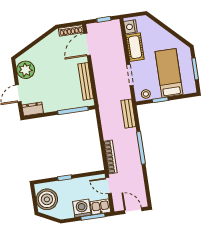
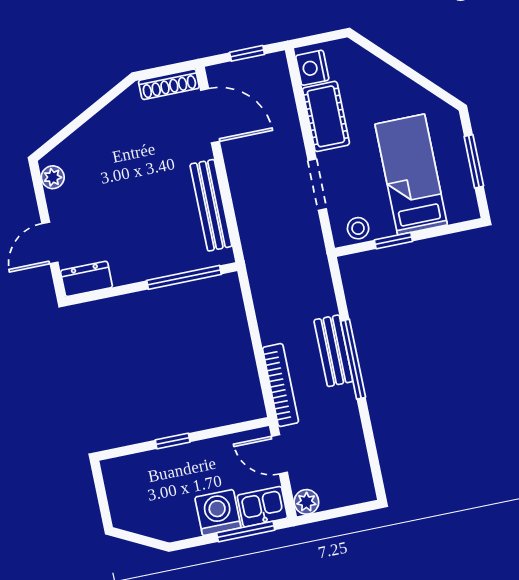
door: (87, 44) -> (210, 116), swing flipped
plant: (26, 70) -> (53, 177), width x0.53, depth x0.53
bench: (128, 114) -> (333, 351), moved
boiler: (47, 199) -> (132, 495), removed
plant: (119, 206) -> (306, 502), added
door: (133, 211) -> (342, 512), removed

